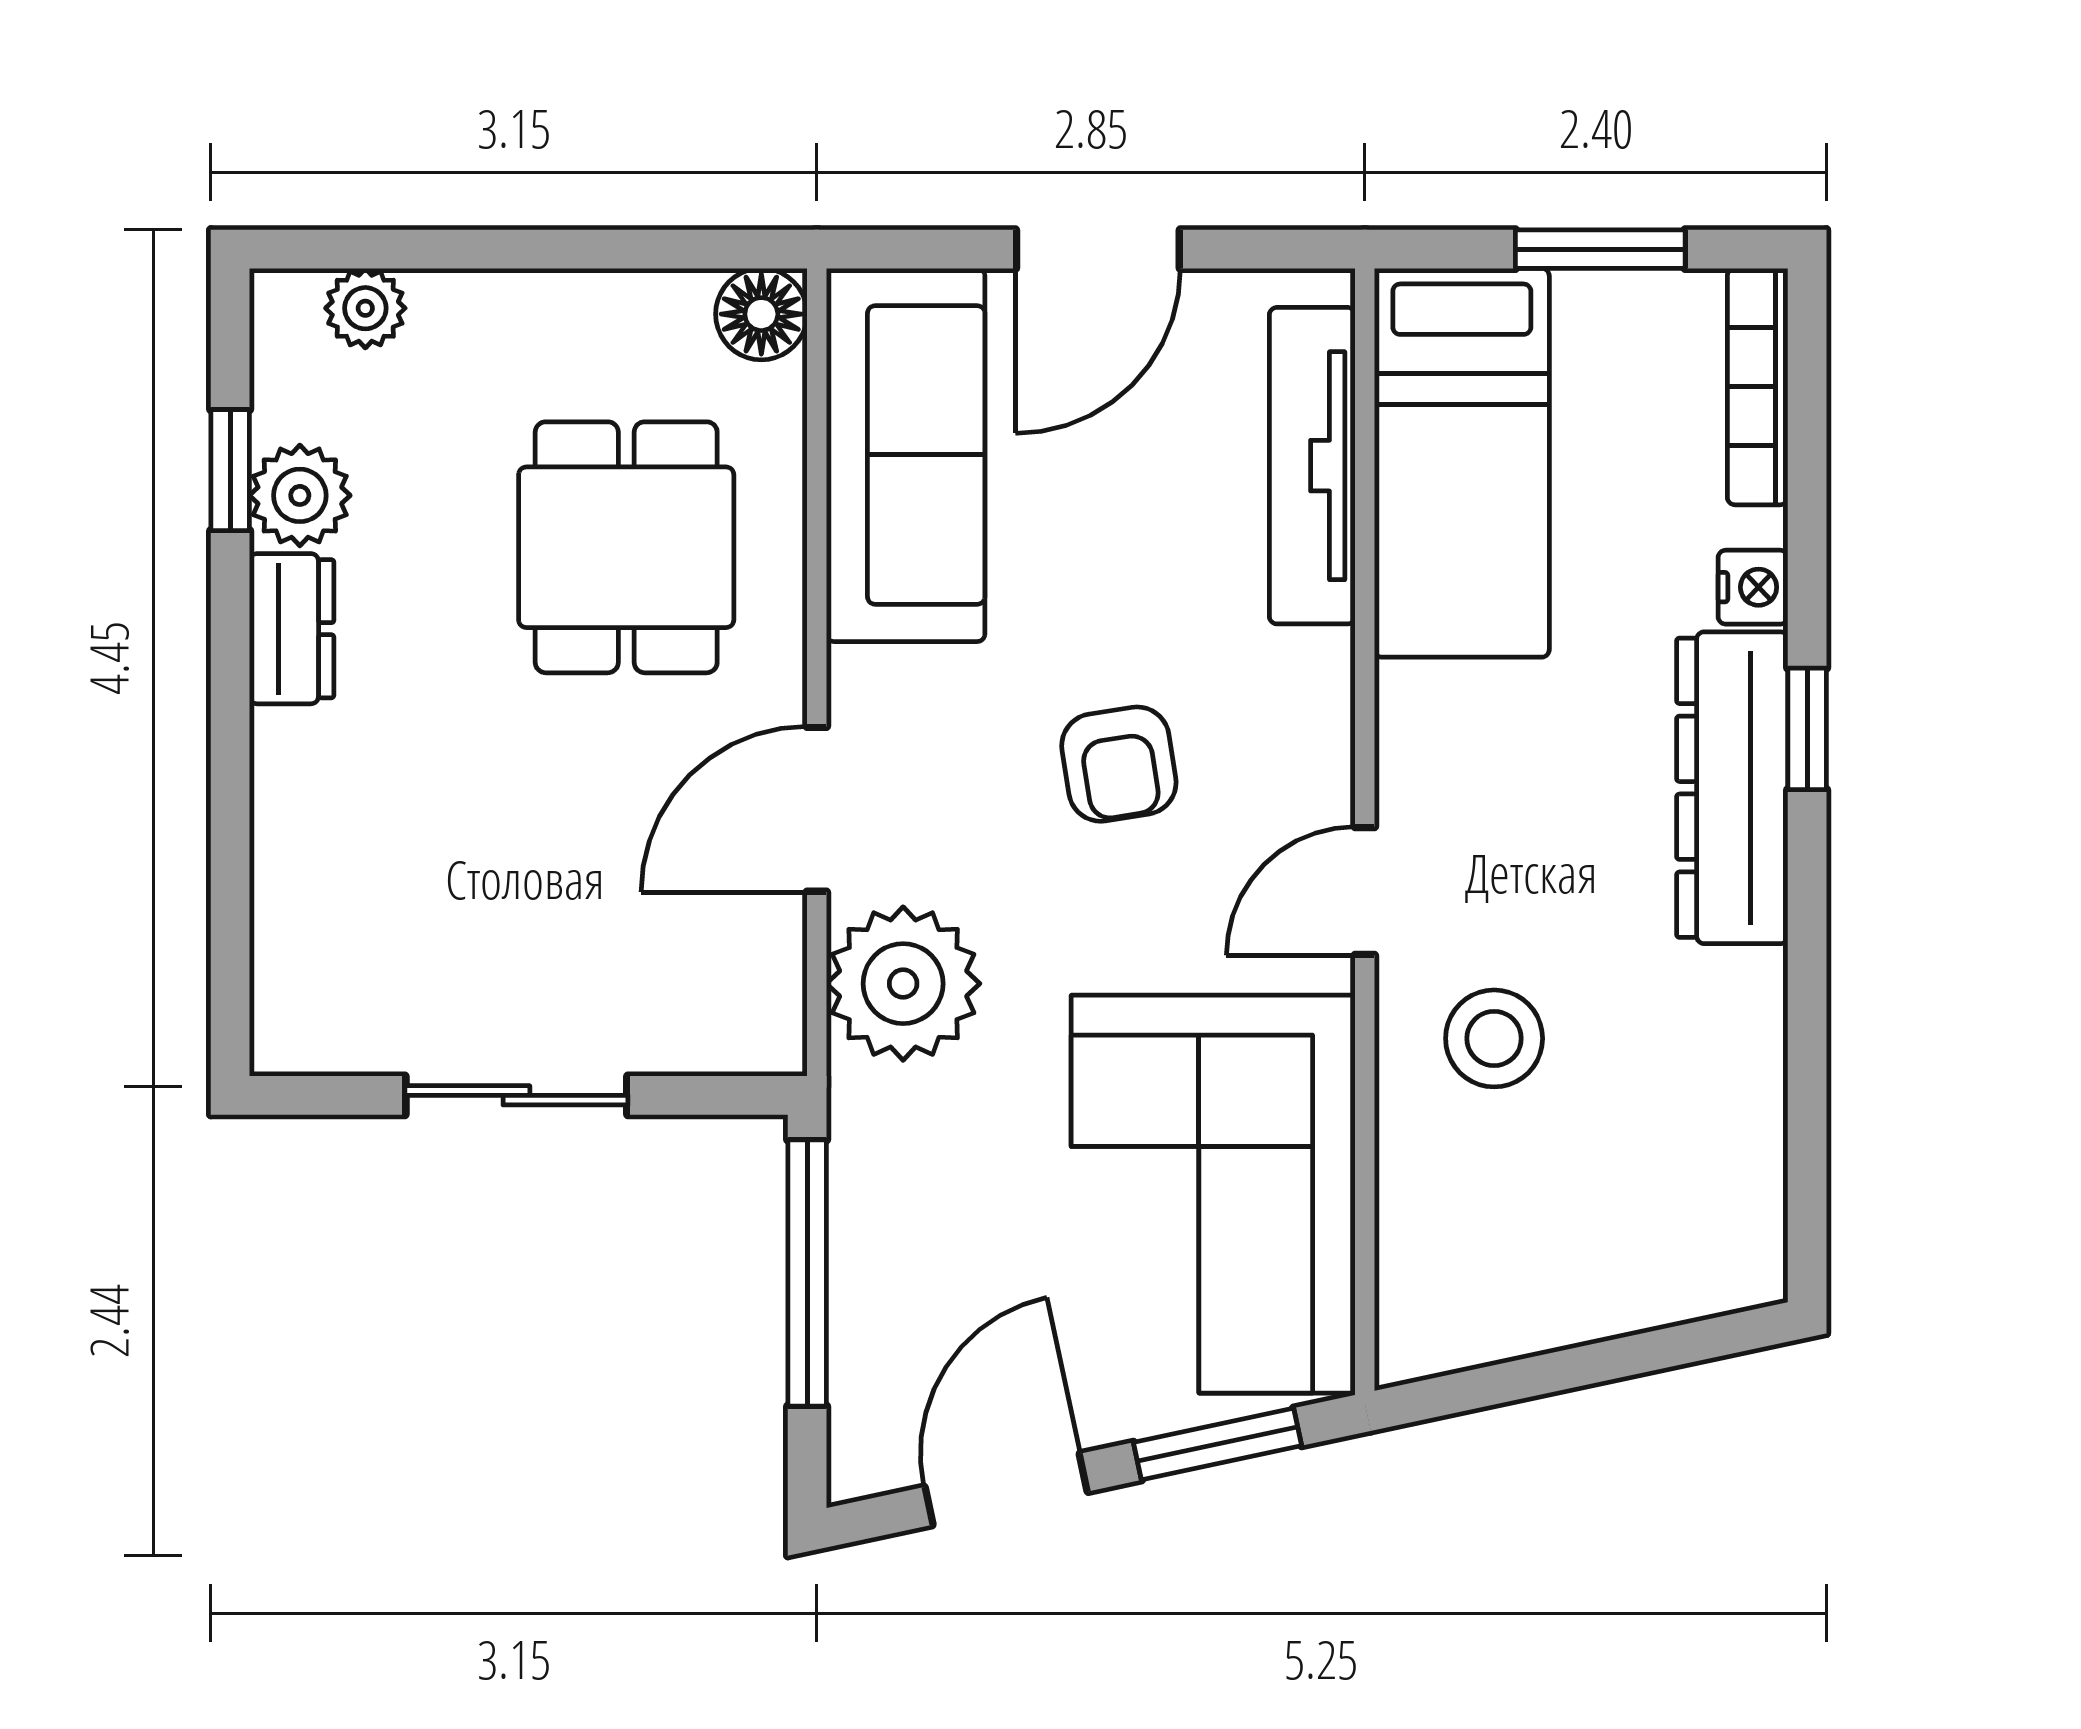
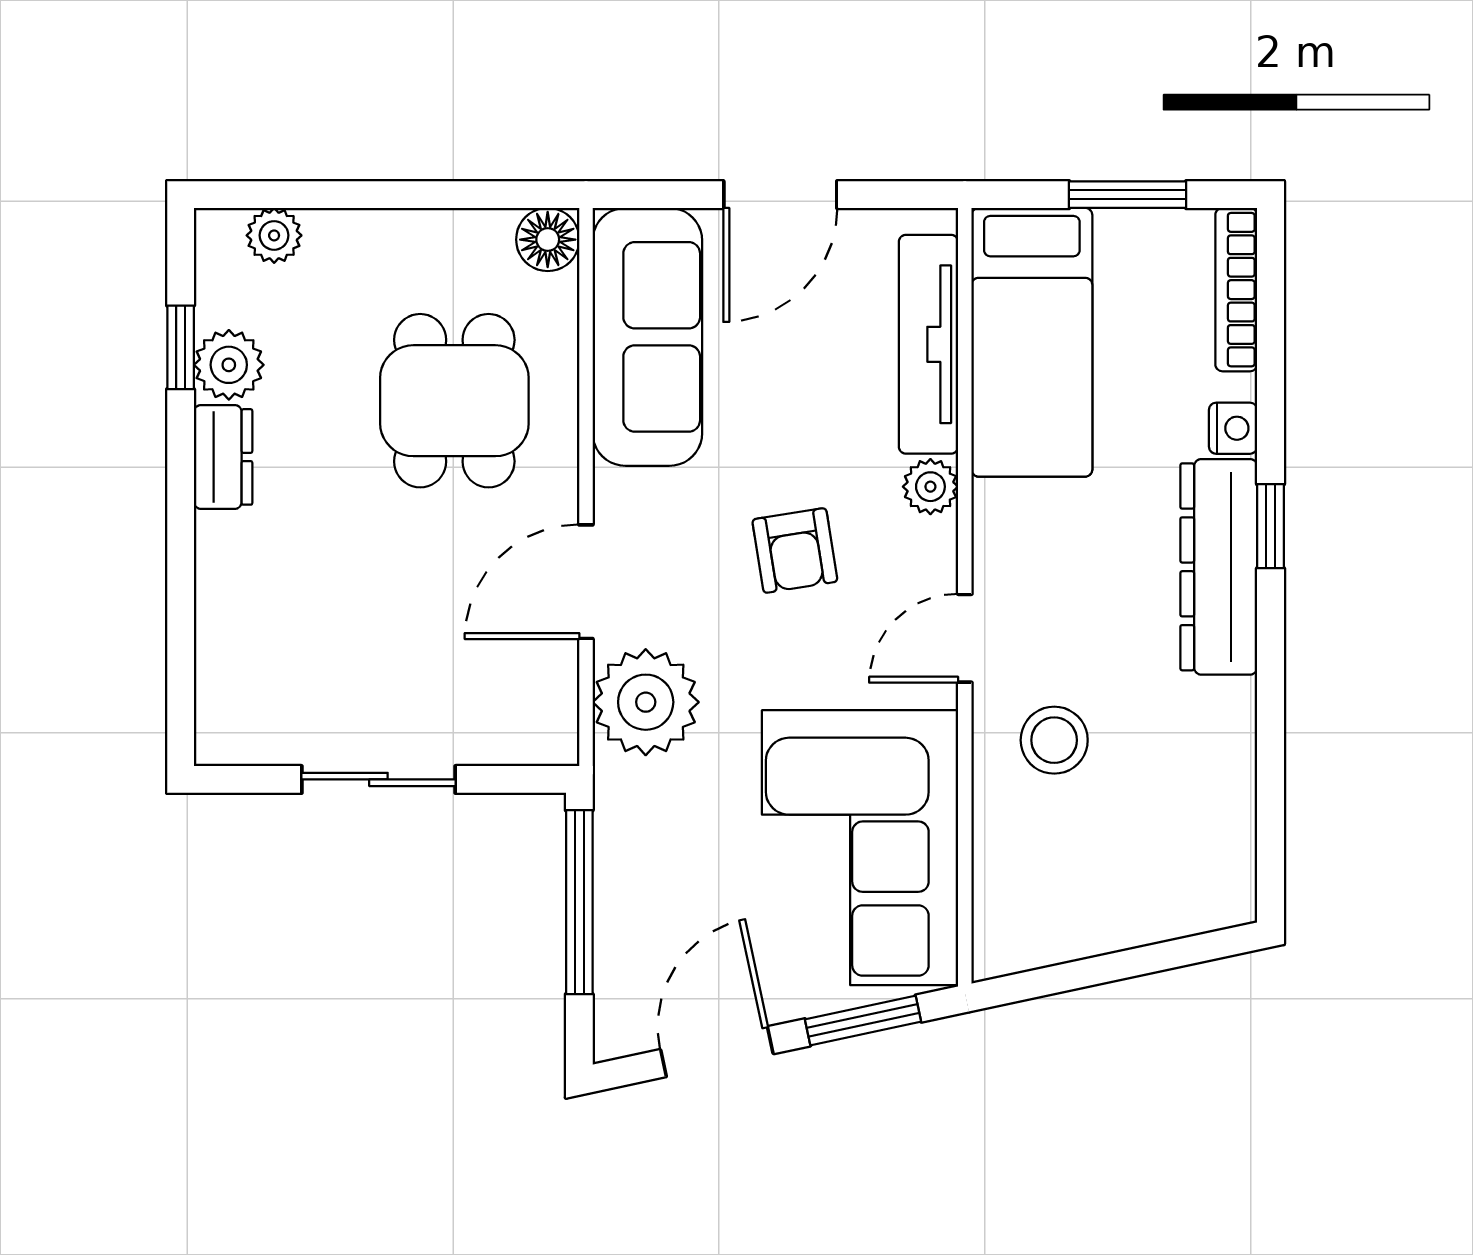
plant: (1315, 672) -> (930, 487), added

